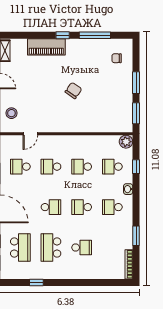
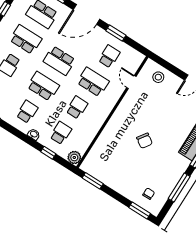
window: (136, 83) -> (140, 210), moved
school desk: (51, 167) -> (93, 82), width x1.85
school desk: (51, 207) -> (59, 61), width x1.85
school desk: (82, 207) -> (43, 86), width x1.85

